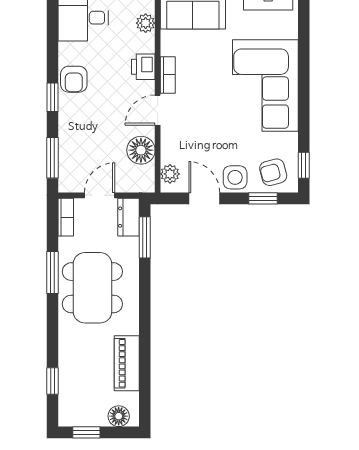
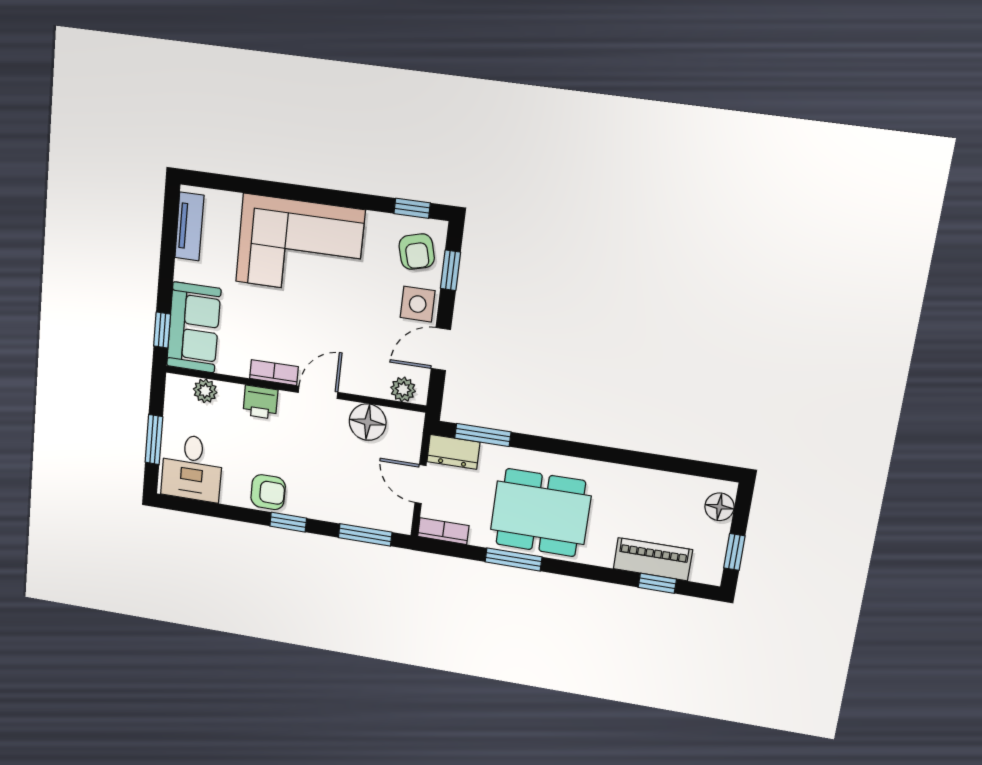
door: (158, 110) -> (318, 392), swing flipped
piano: (127, 363) -> (653, 559), moved, turned 180

